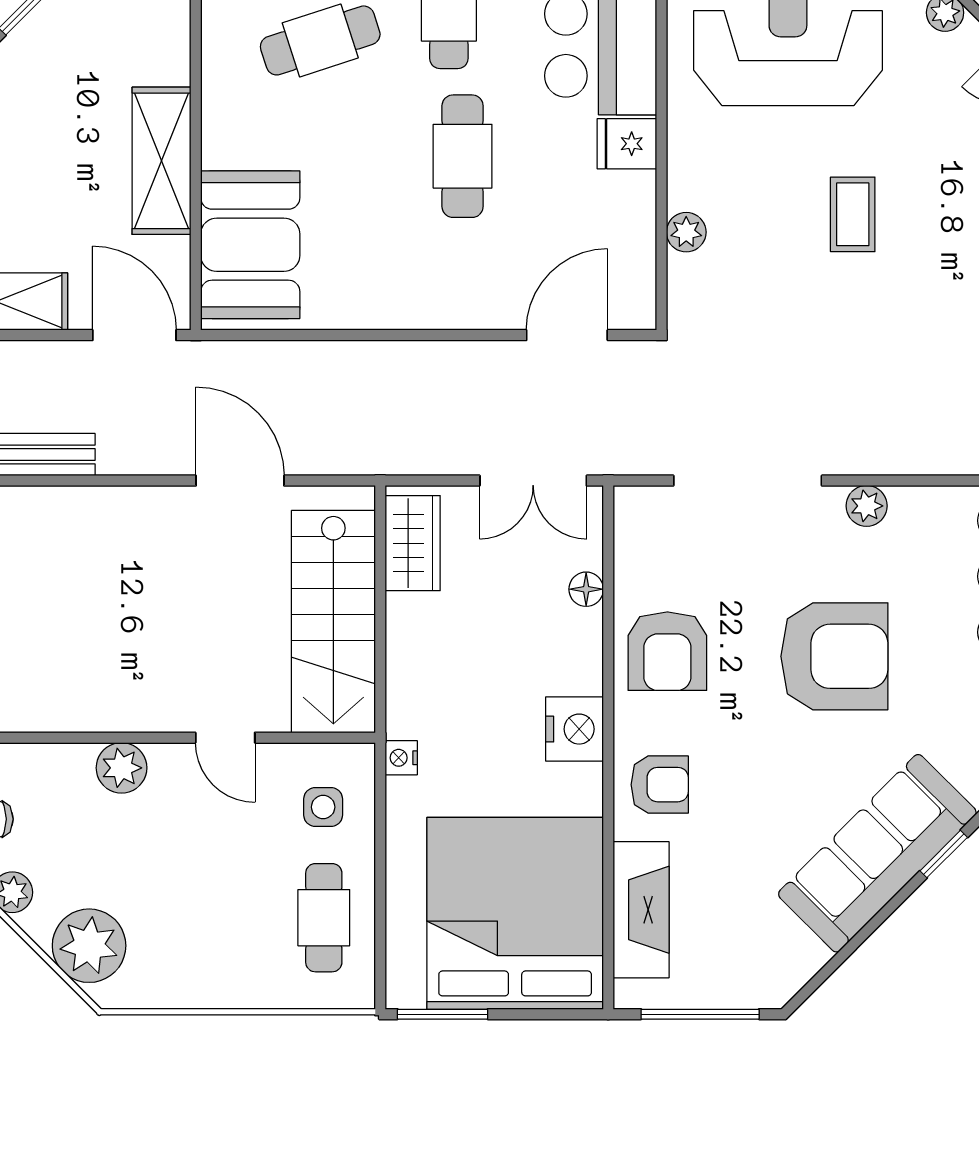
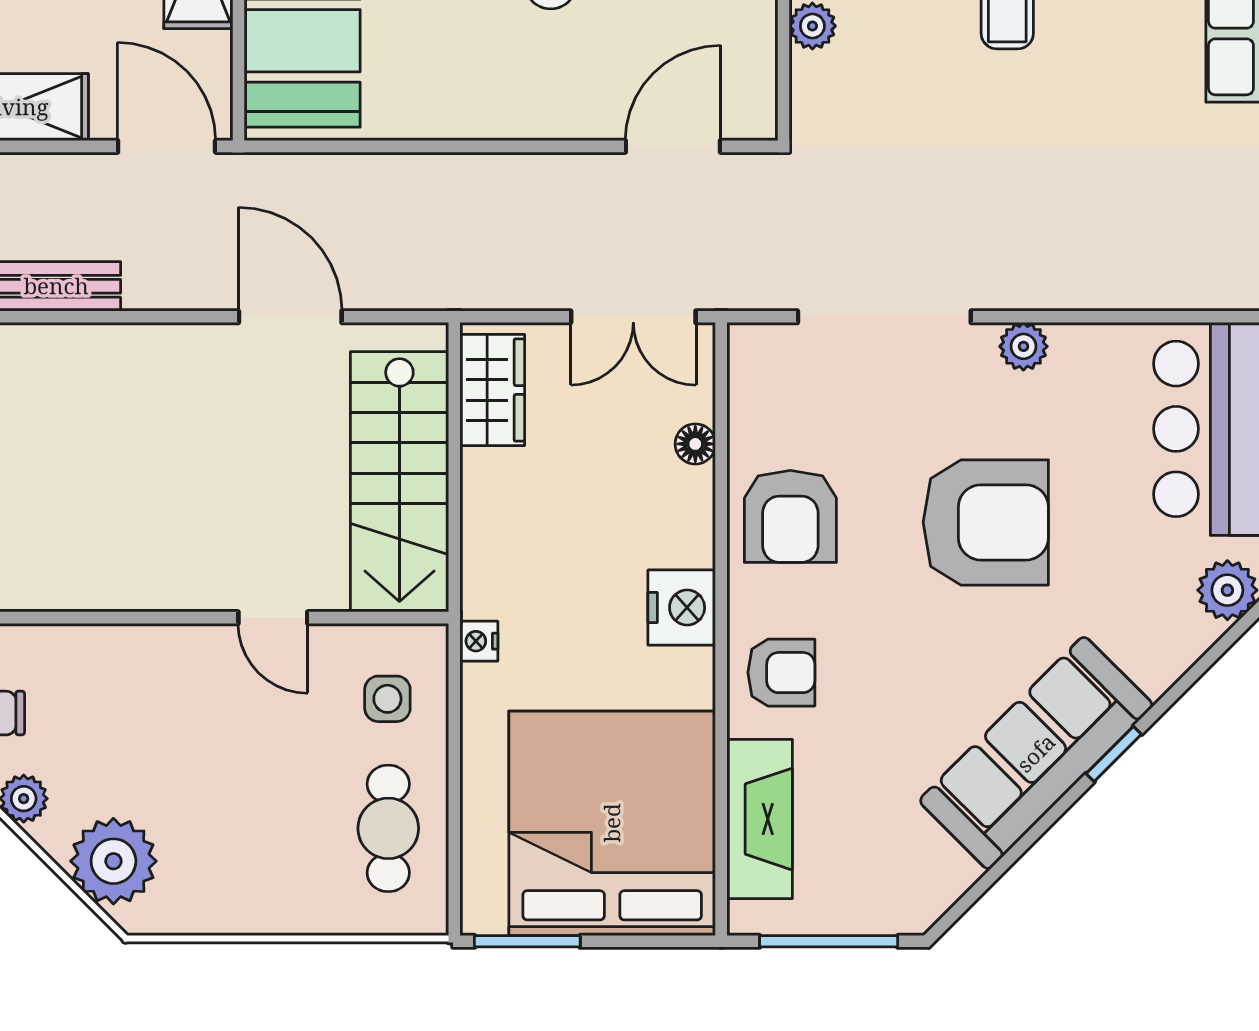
plant: (122, 768) -> (152, 653), removed

